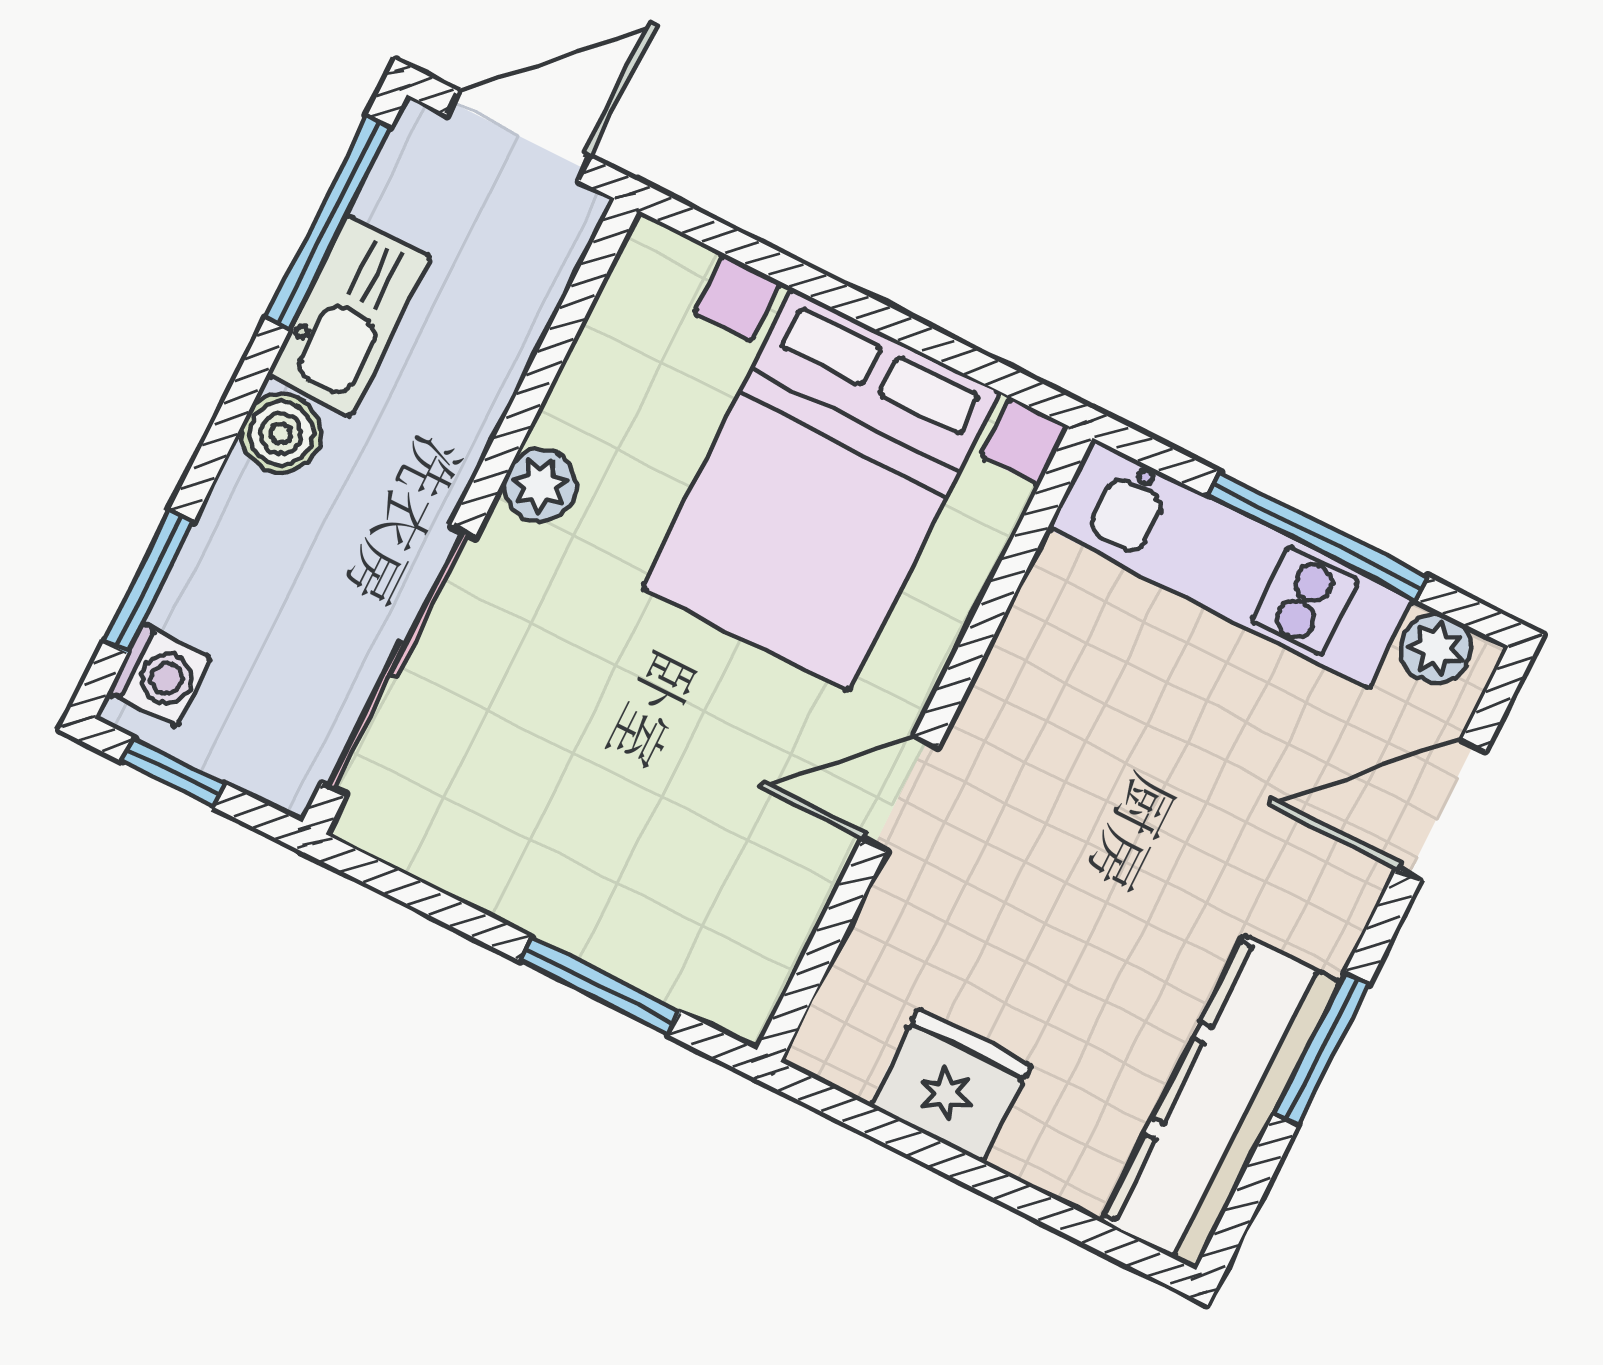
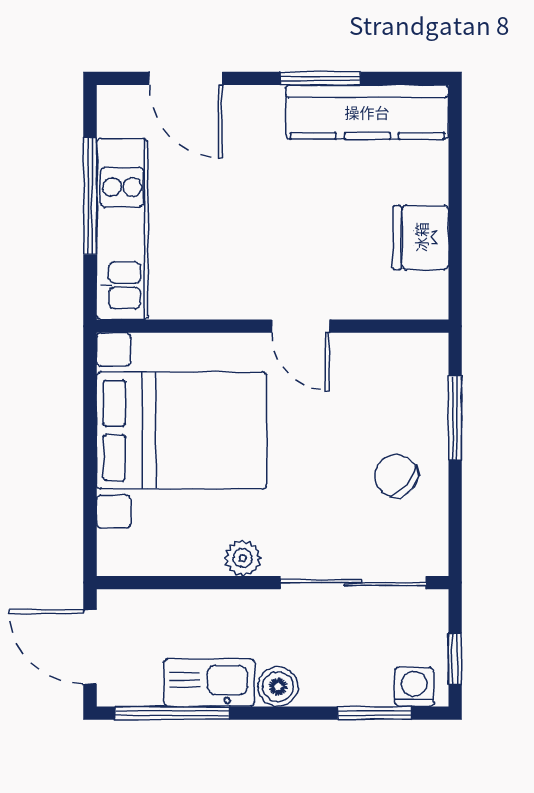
plant: (1436, 649) -> (114, 117), removed
chair: (550, 830) -> (396, 476), added

